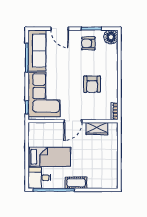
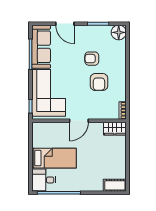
armchair: (88, 43) -> (92, 59), moved
wardrobe: (97, 129) -> (115, 129), moved
cot: (76, 183) -> (115, 185), moved

